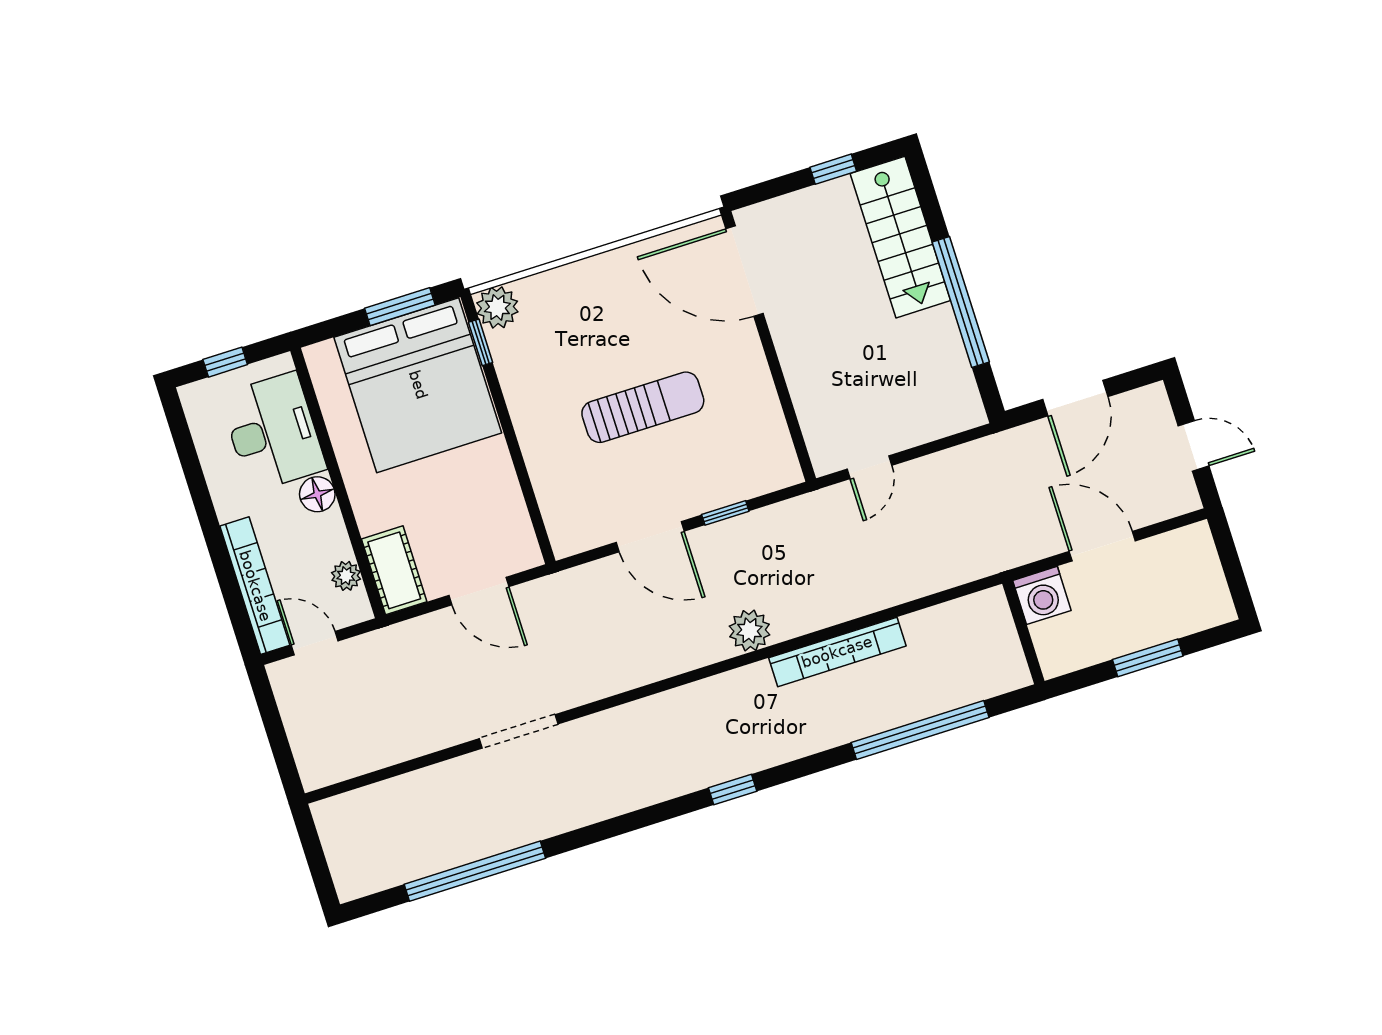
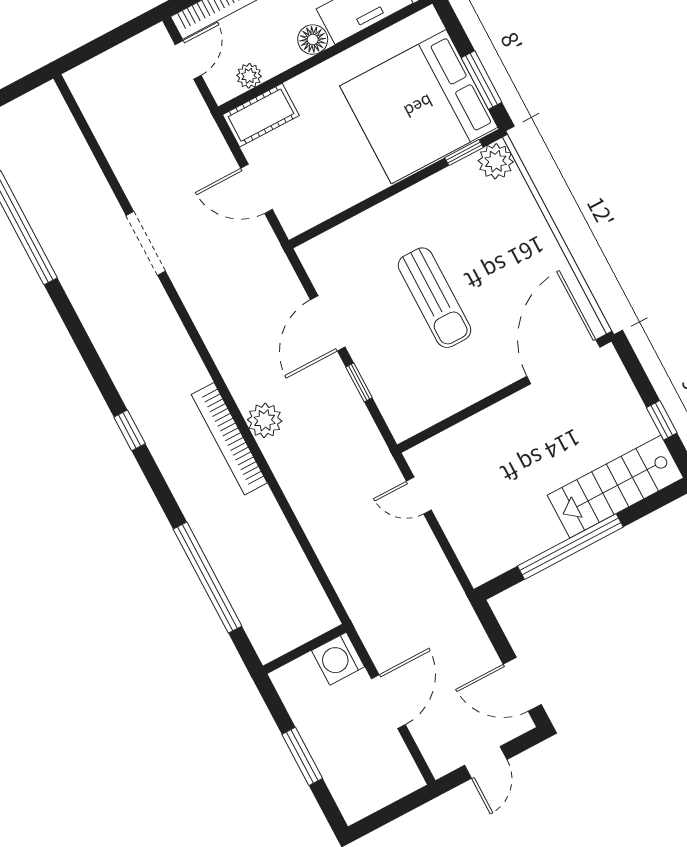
door: (1075, 398) -> (522, 684), moved
door: (479, 591) -> (257, 189), hinge flipped
bookcase: (837, 652) -> (229, 439), moved

